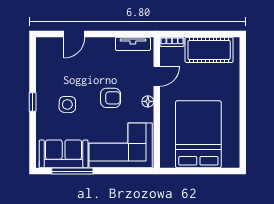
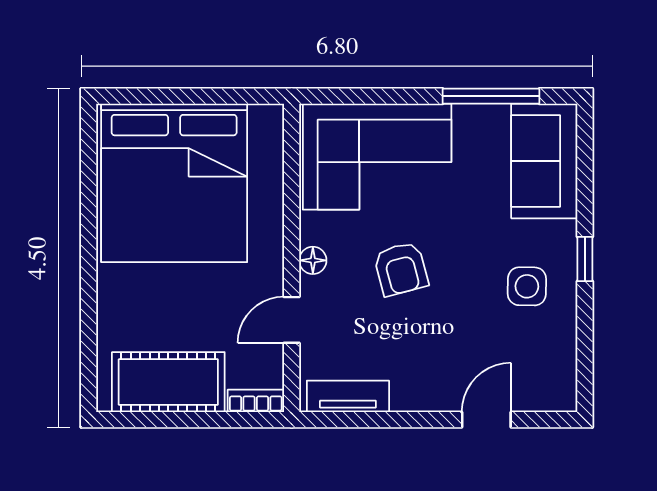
armchair: (111, 98) -> (401, 269), turned -105
side table: (67, 104) -> (527, 286), moved
bed: (198, 134) -> (174, 183), width x1.36
sofa: (64, 154) -> (544, 161), moved, turned 90

